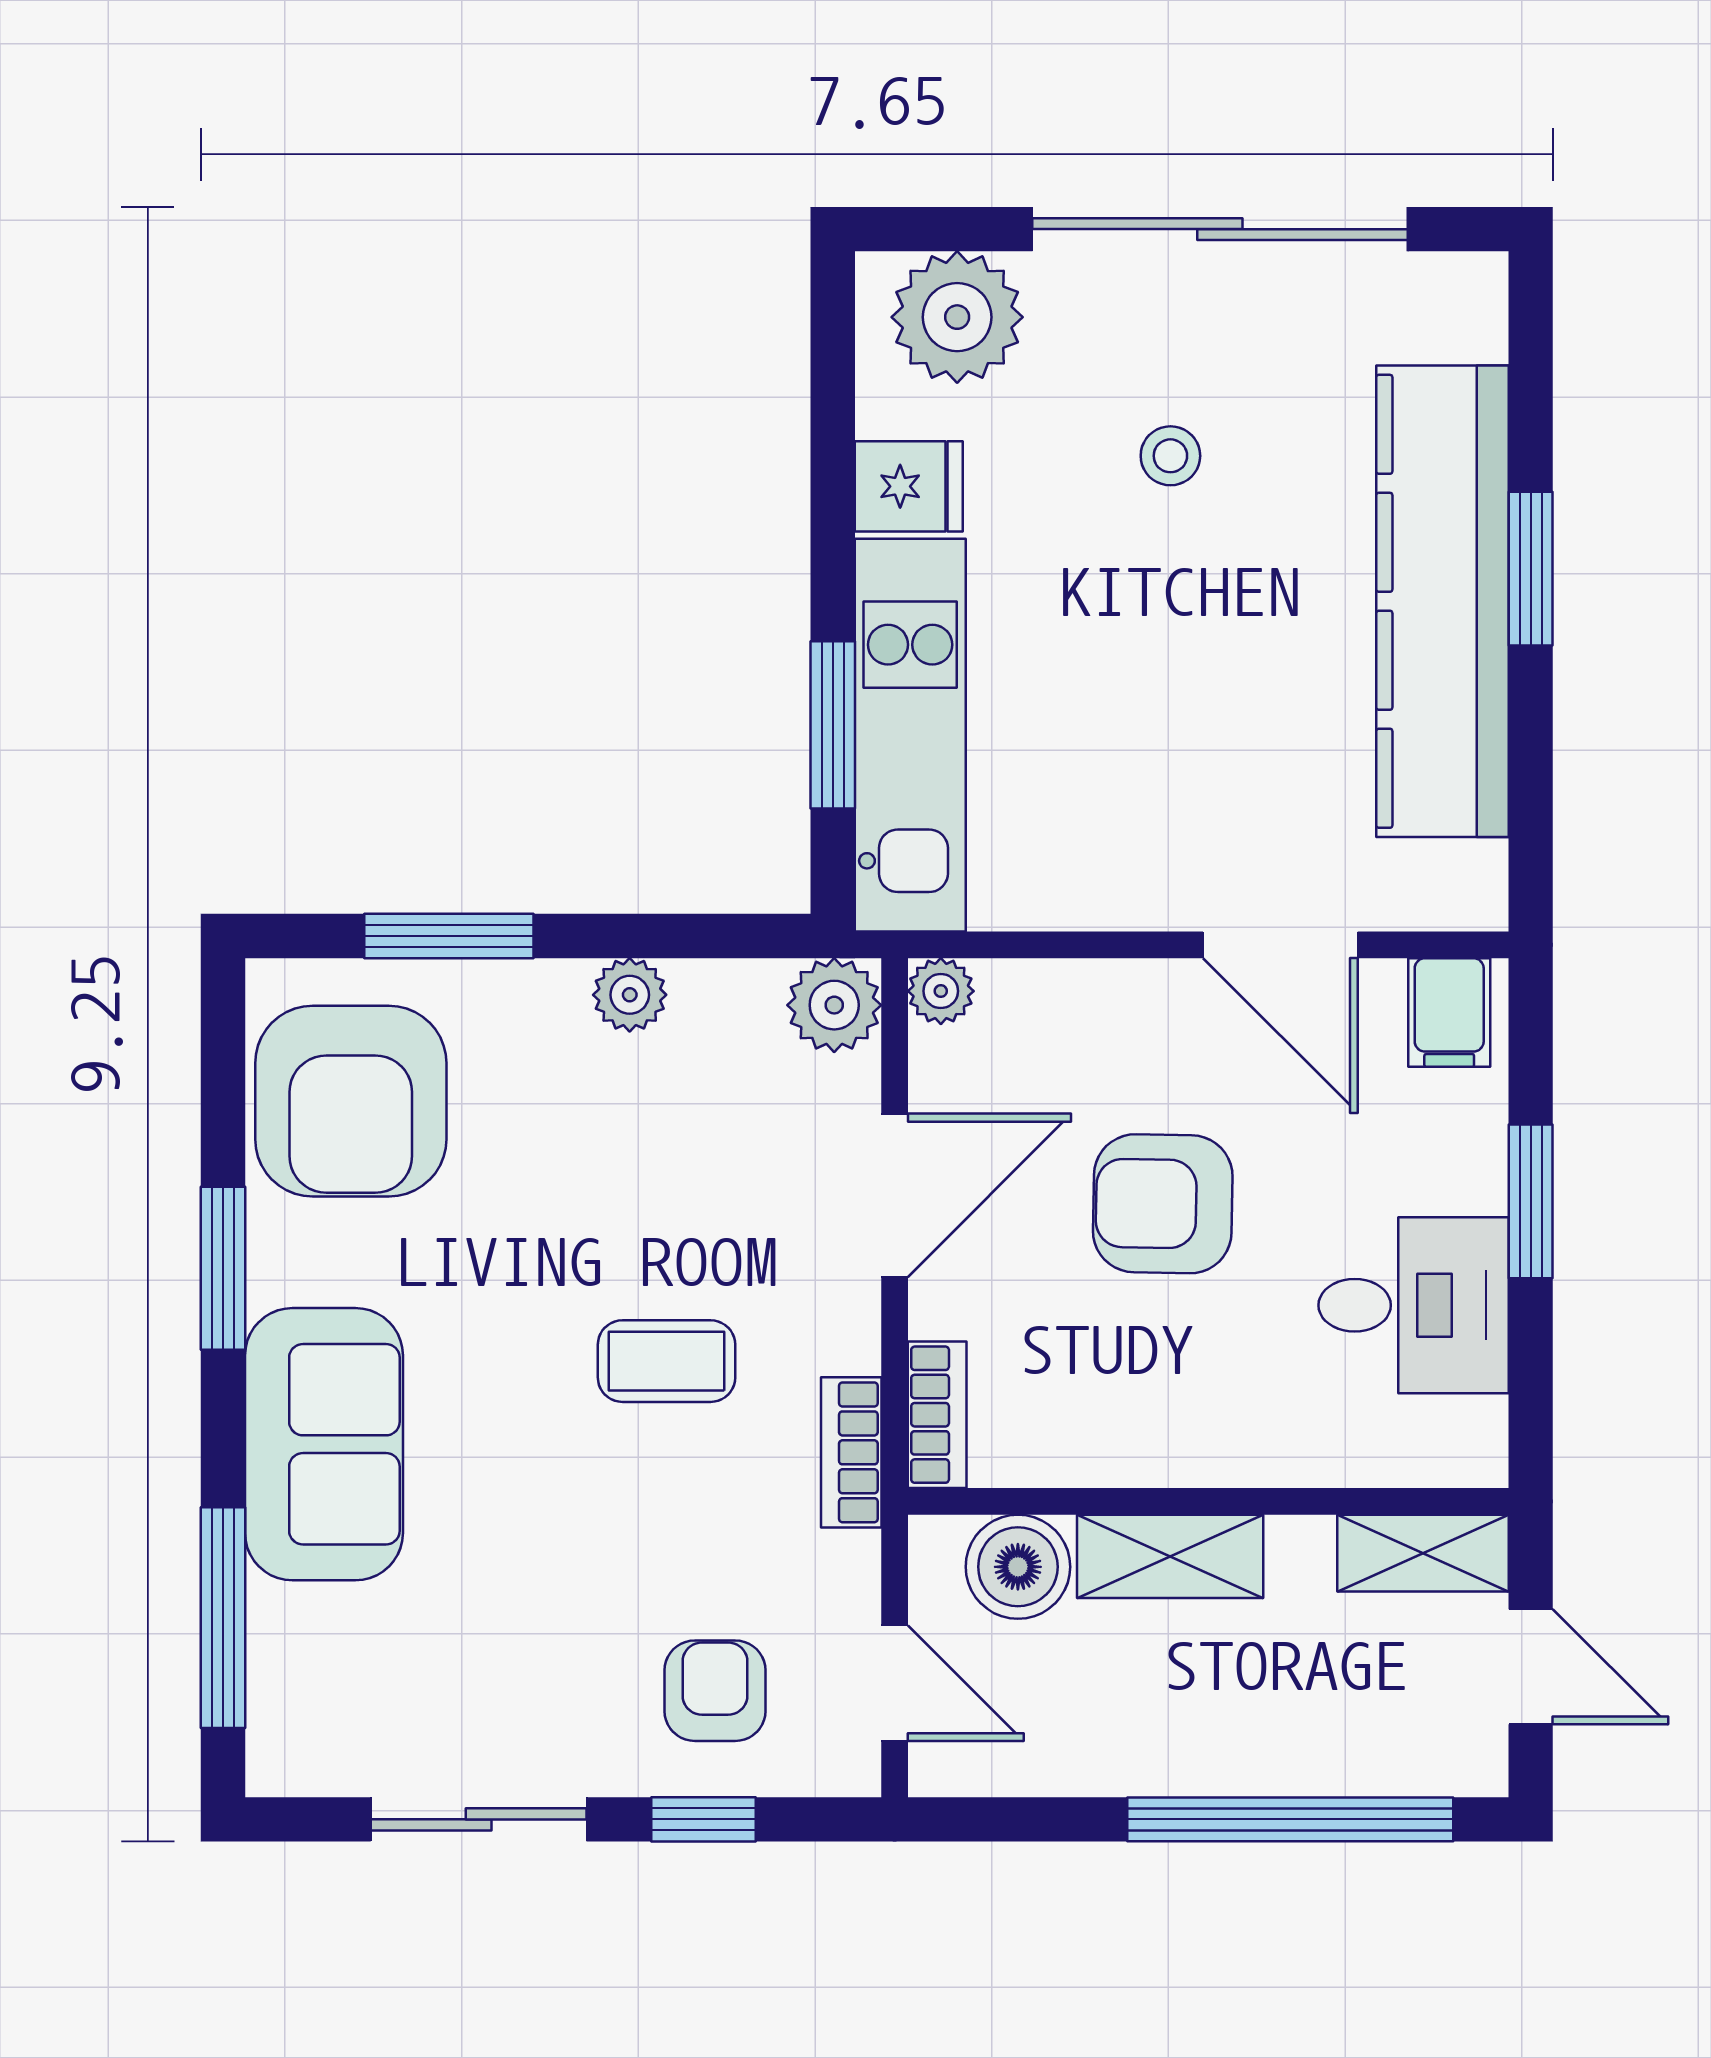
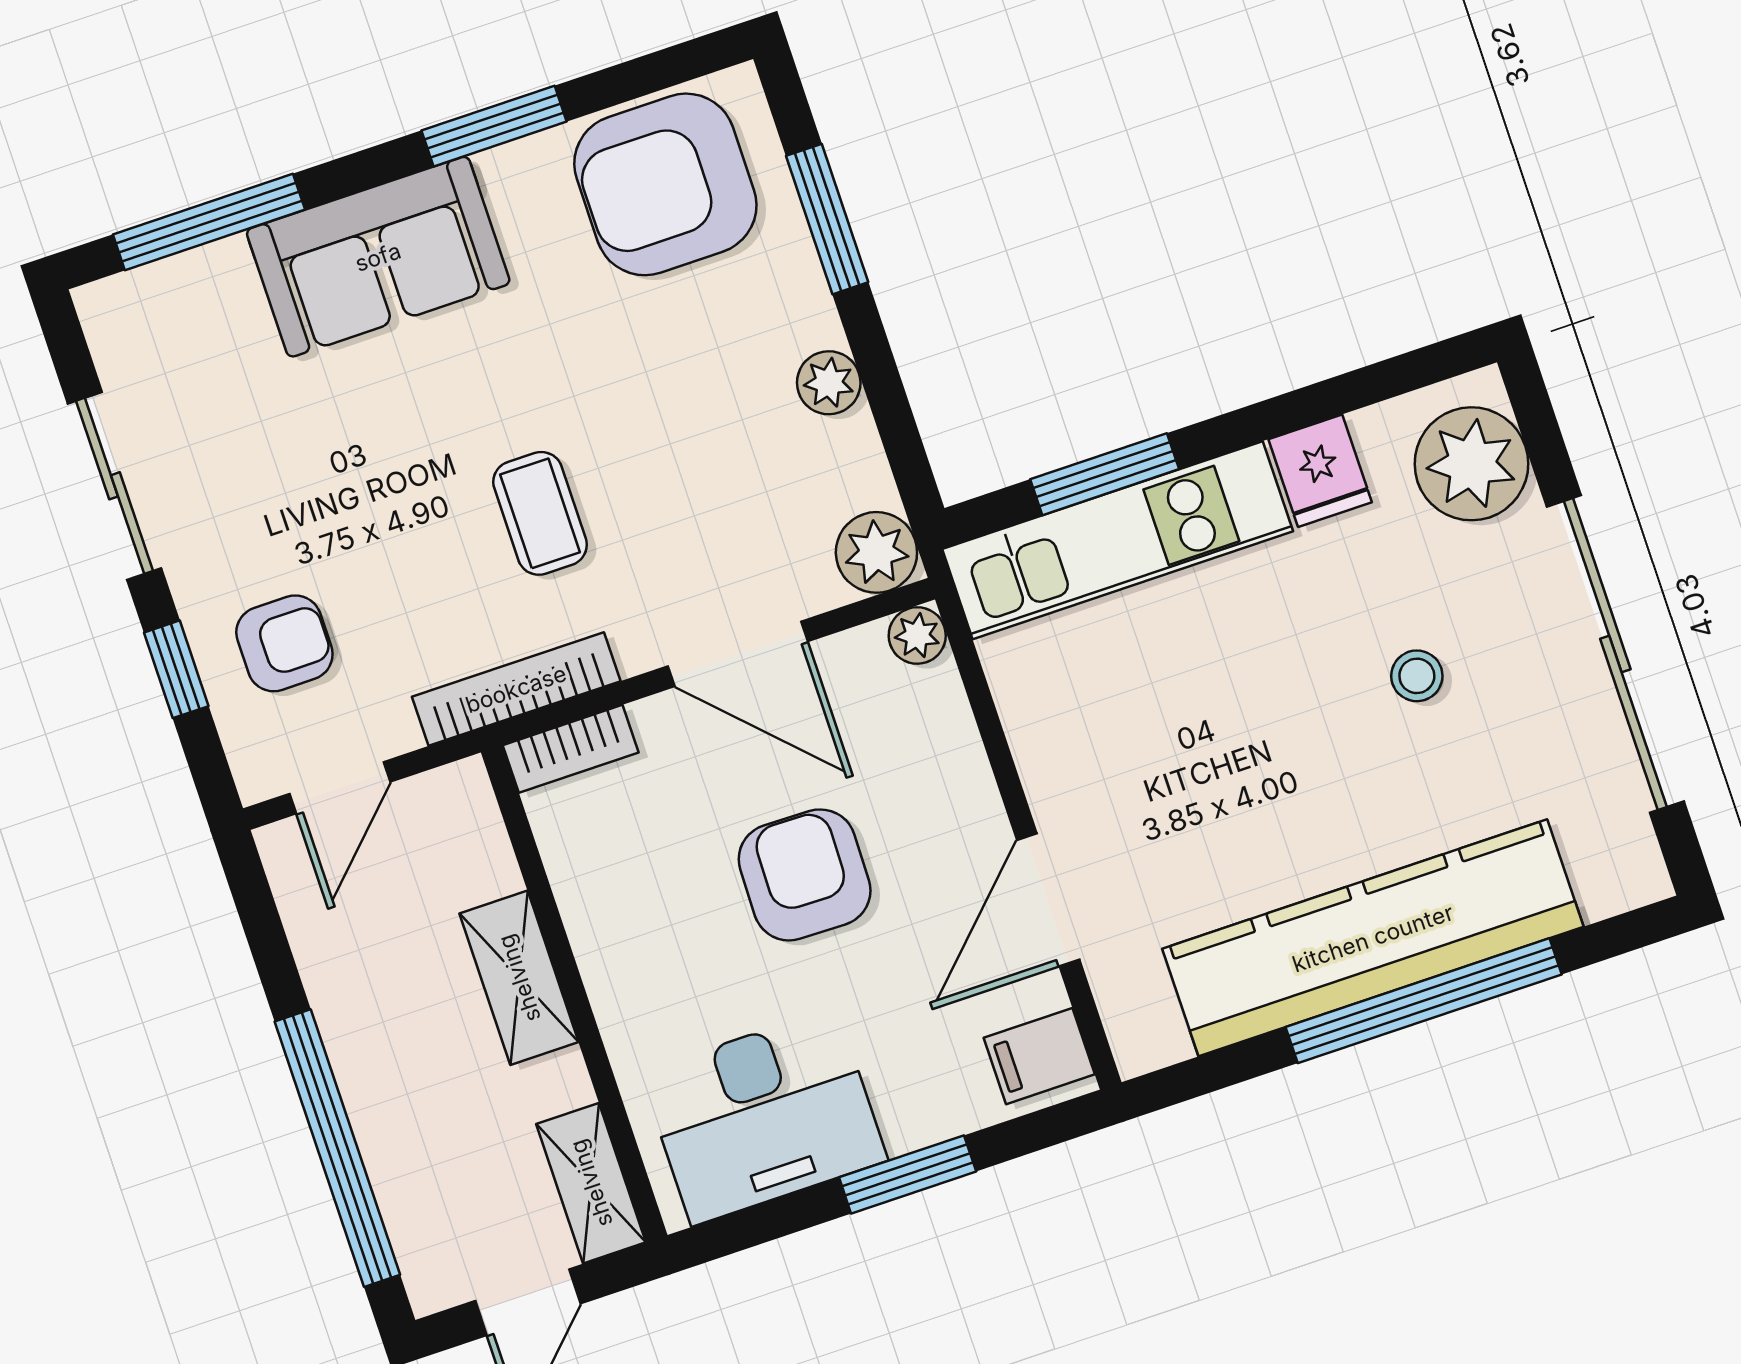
window: (1531, 569) -> (1424, 1001), width x2.11
desk: (1414, 1305) -> (764, 1116), width x1.37
bookcase: (851, 1452) -> (516, 689), width x1.56
boiler: (1018, 1567) -> (469, 856), removed

